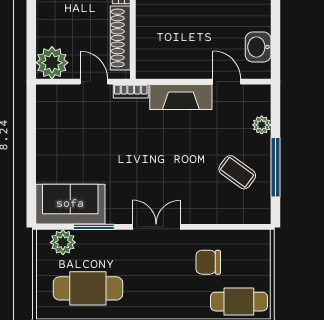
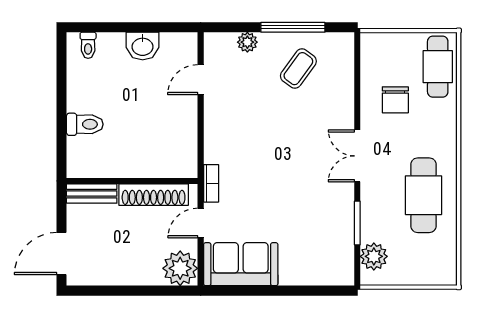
washbasin: (258, 47) -> (143, 46), moved
fireplace: (181, 97) -> (217, 129), removed
sofa: (70, 204) -> (241, 264), moved, turned 90
cafe table: (88, 288) -> (423, 195), moved

